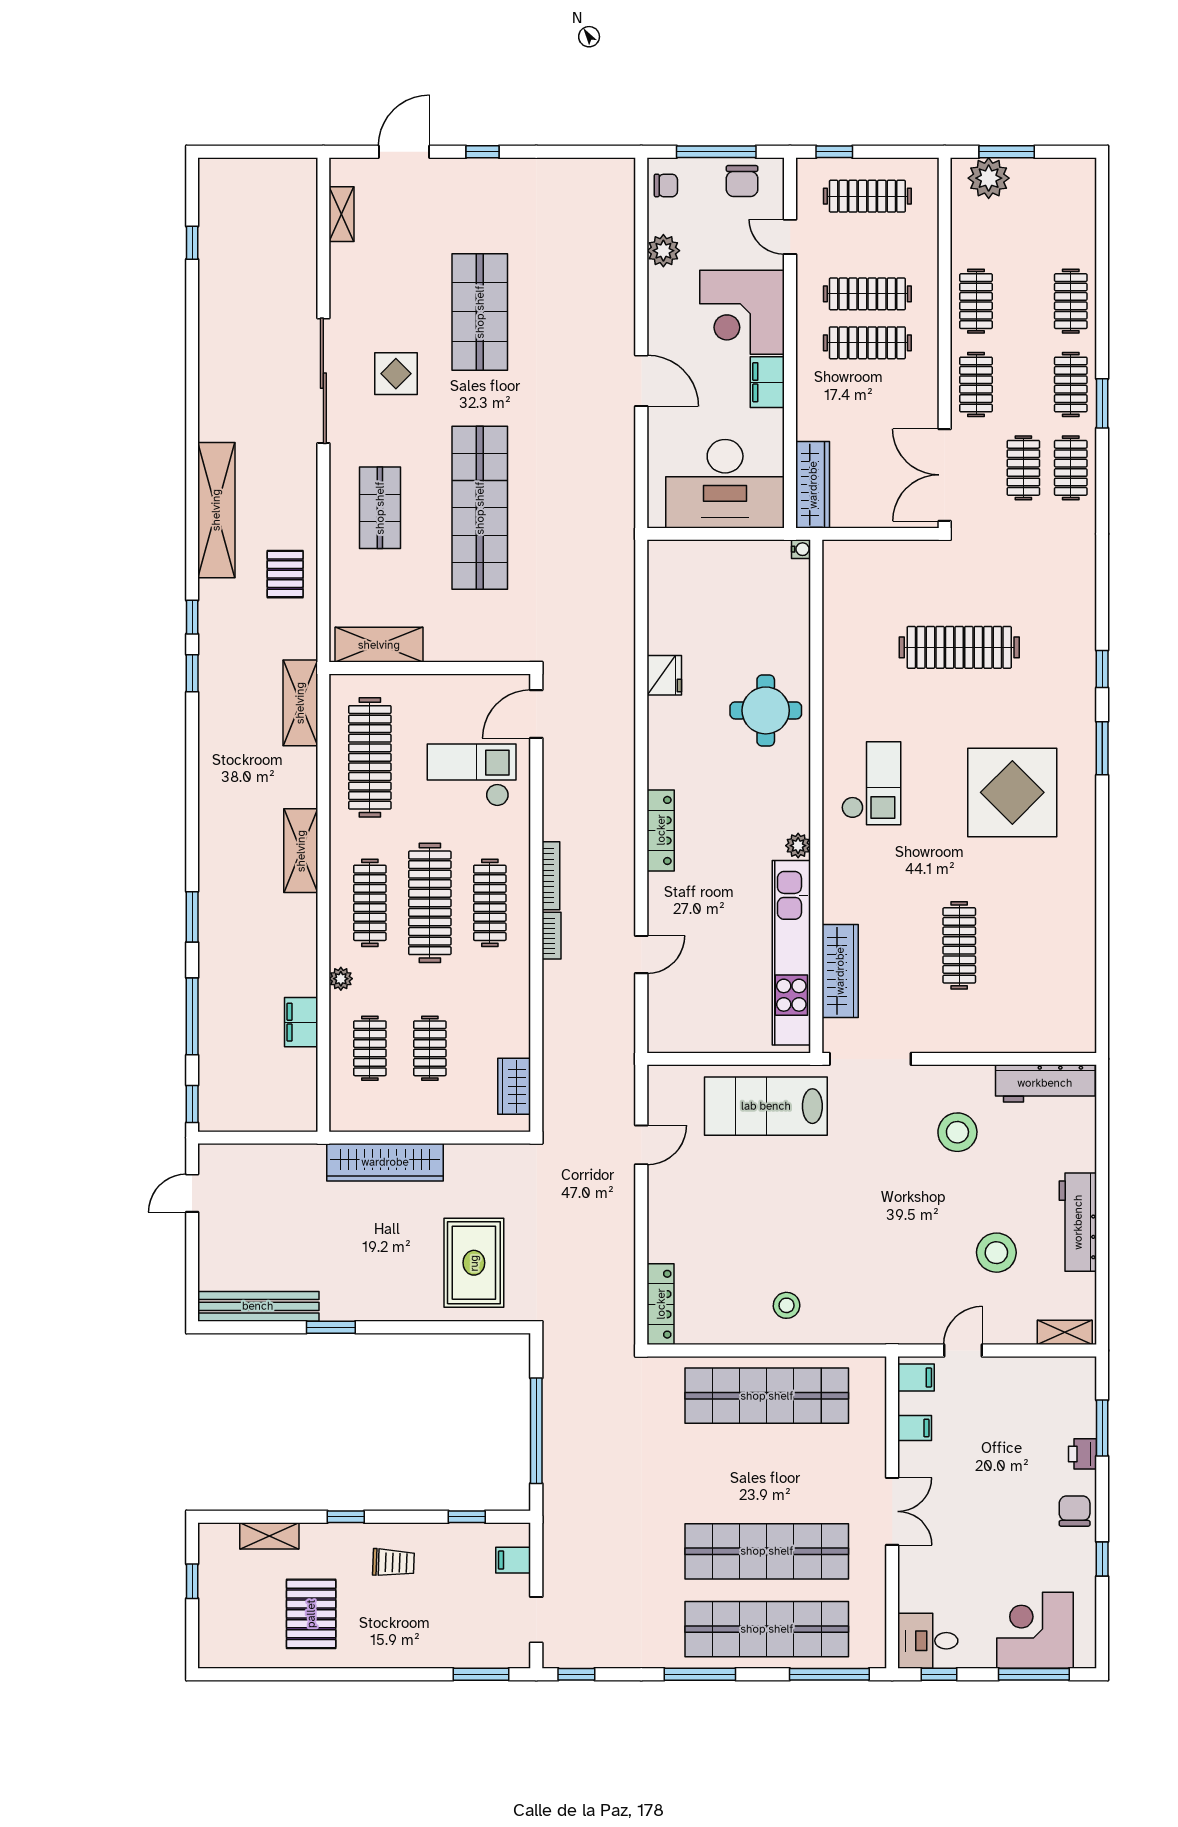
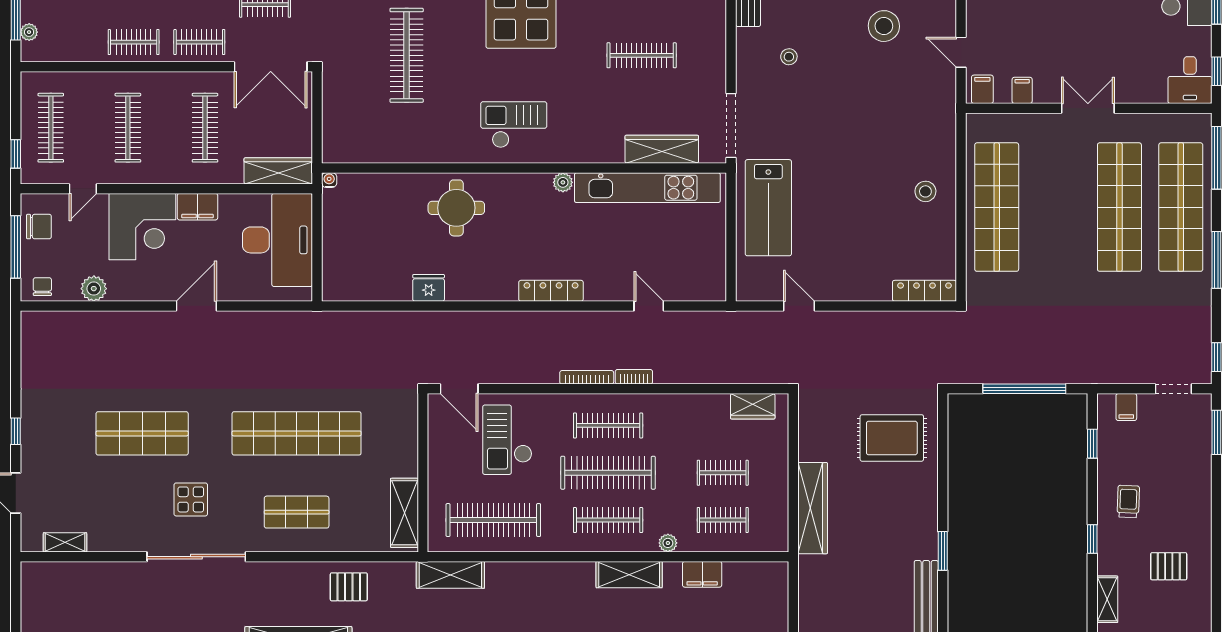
plant: (989, 178) -> (29, 32), width x0.53, depth x0.53
clothes rail: (867, 343) -> (205, 128), moved
shelving: (301, 851) -> (629, 575), moved
stool: (957, 1132) -> (789, 57), width x0.53, depth x0.53
pallet: (311, 1614) -> (1169, 566), width x0.67, depth x0.71

